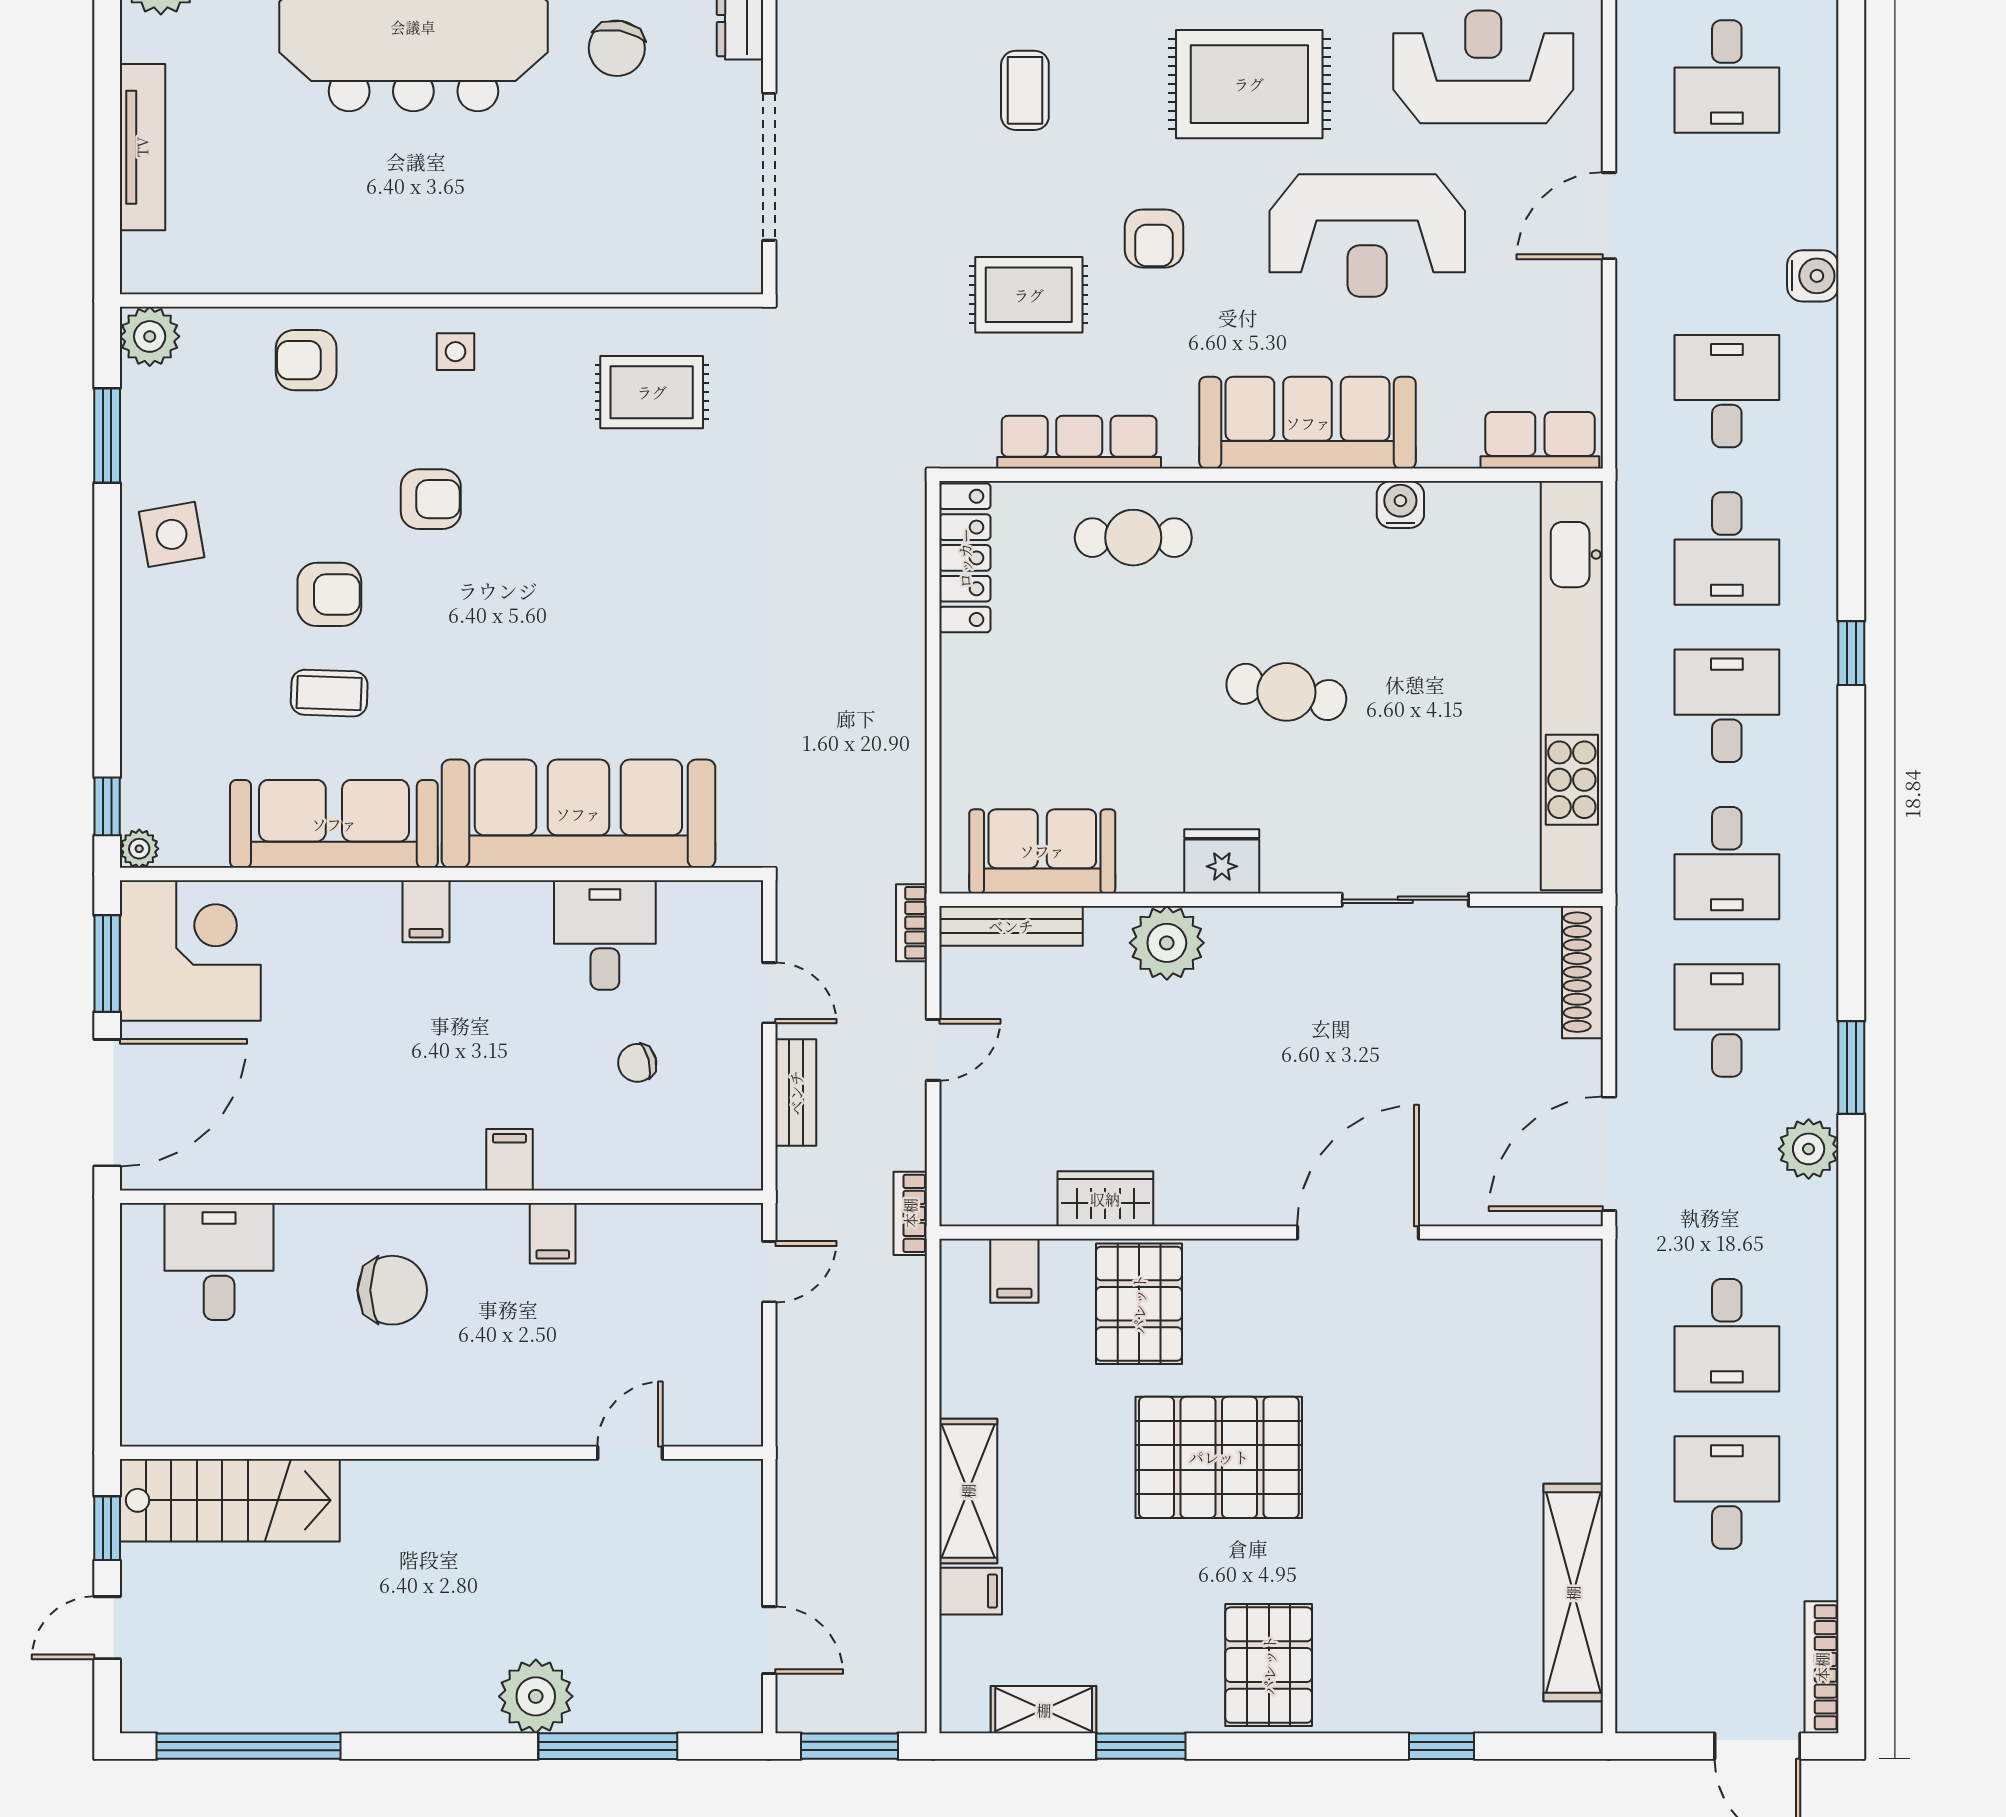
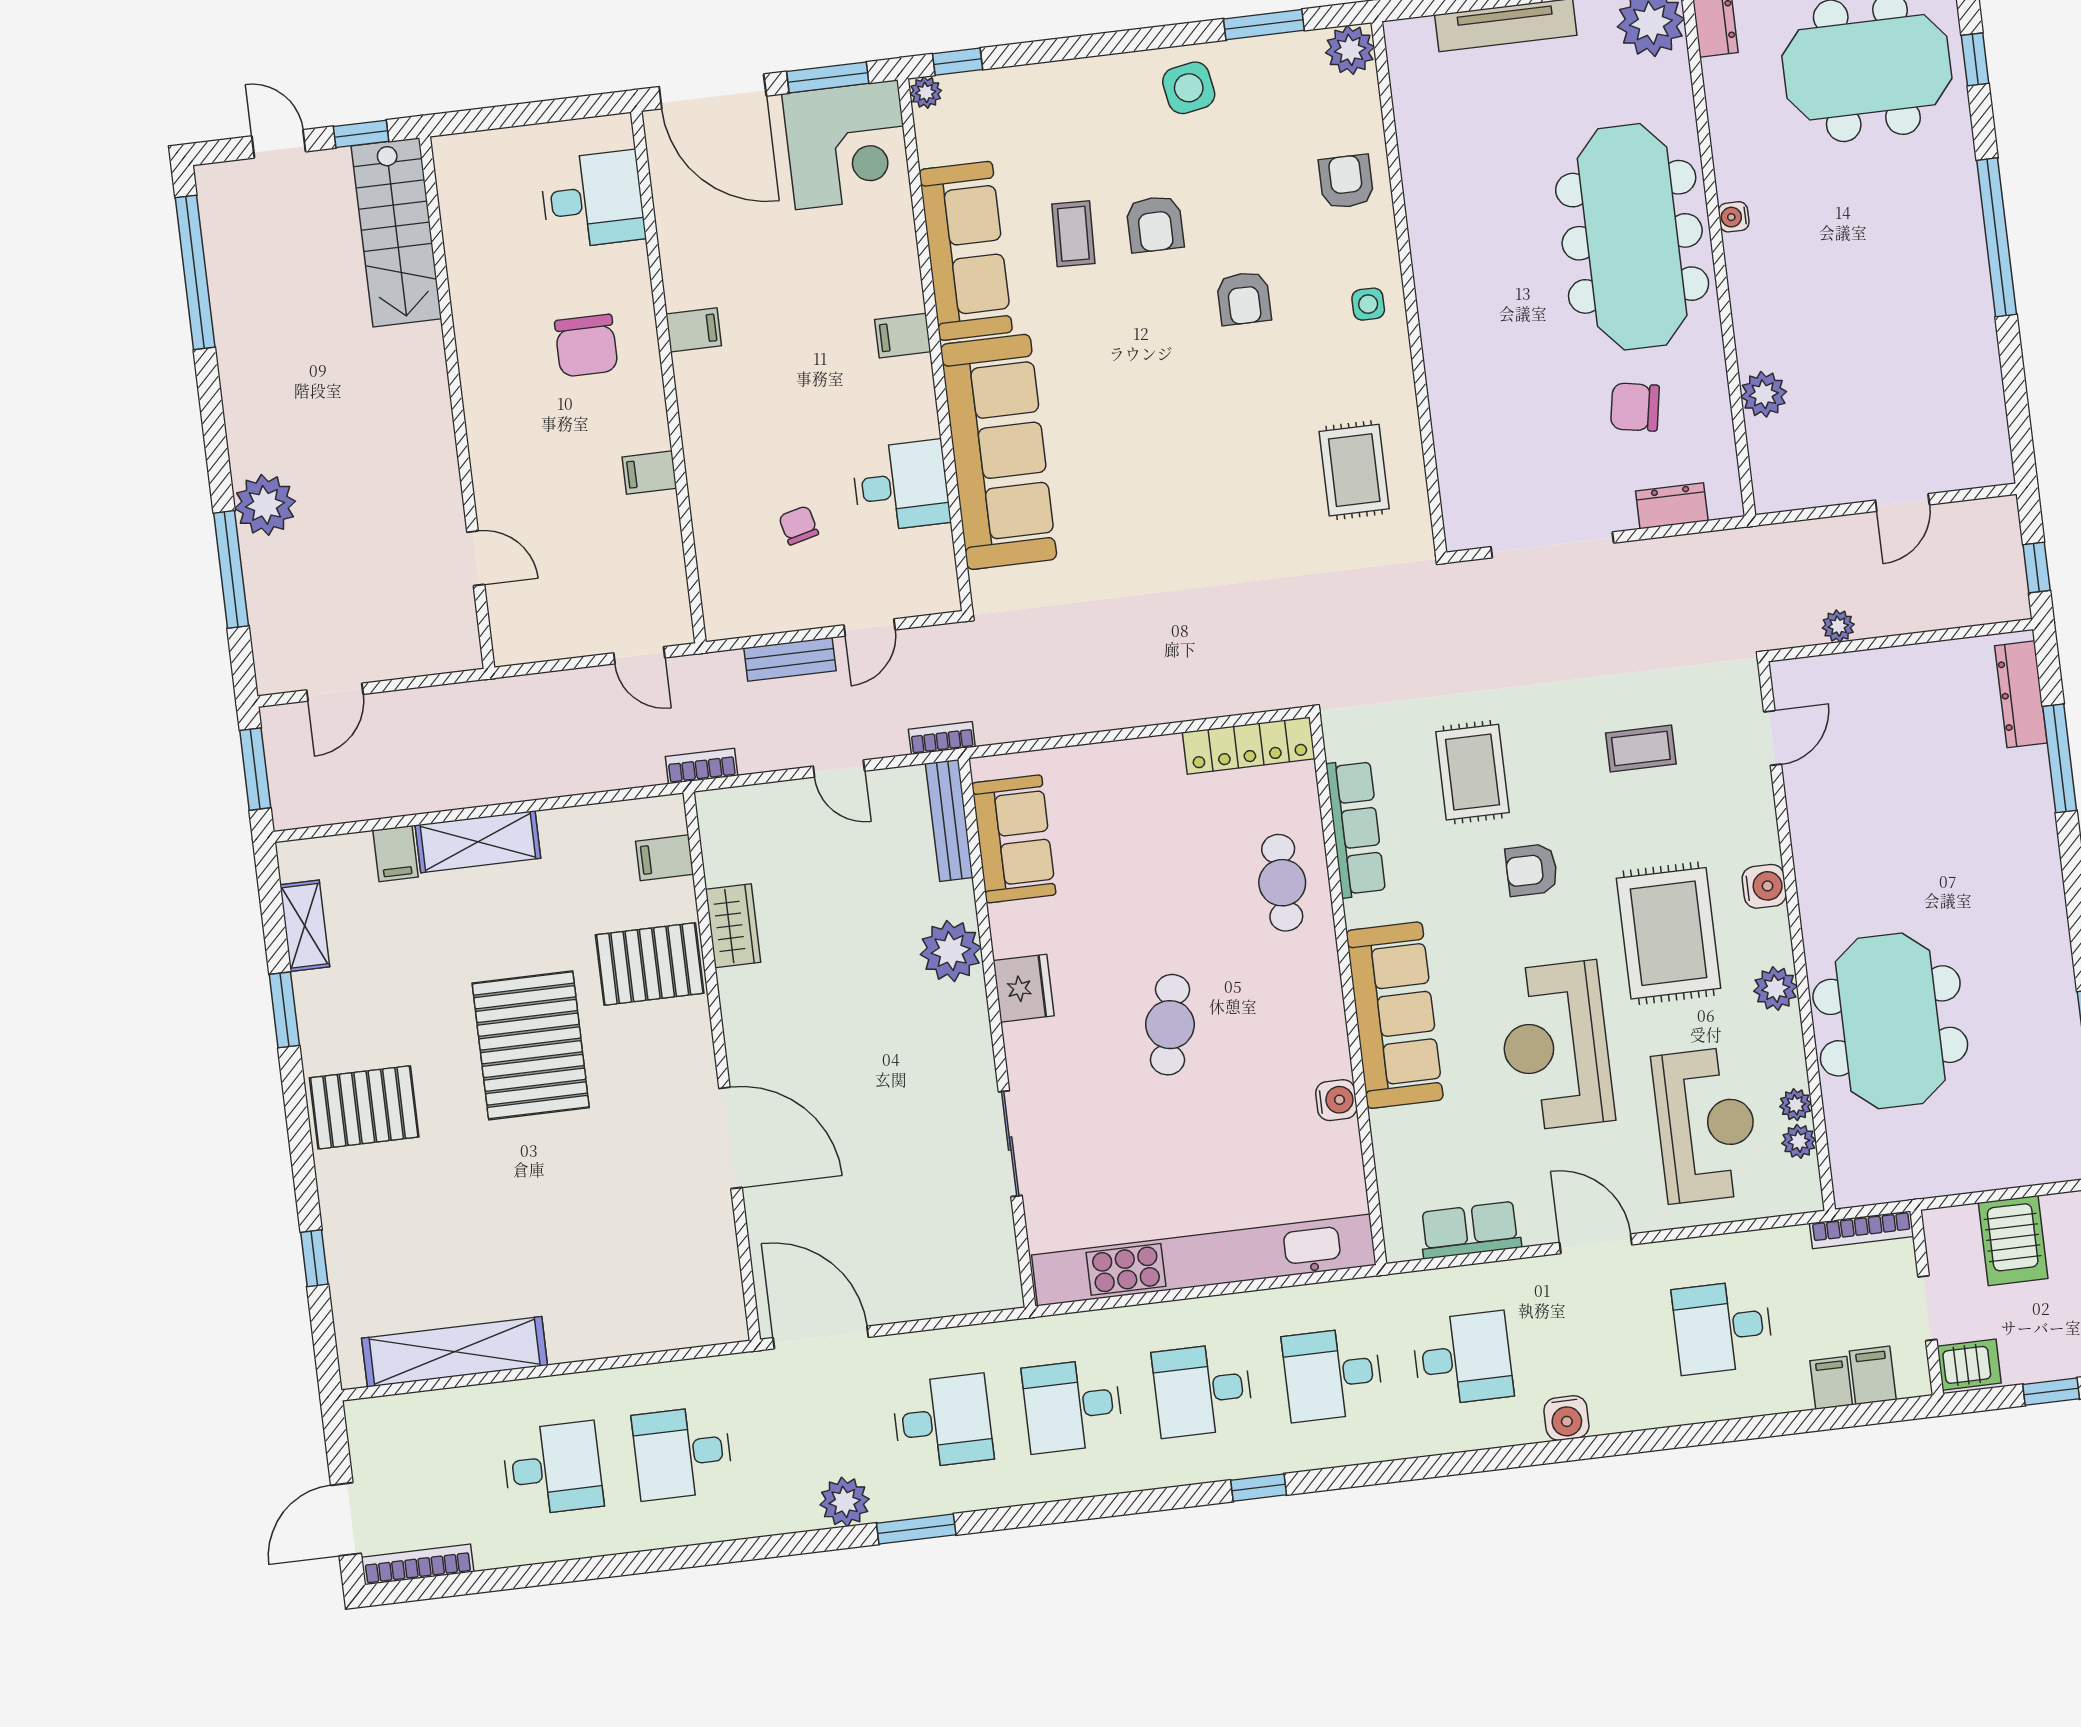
row of seats: (1540, 440) -> (1470, 1230), moved, turned -90
desk: (1727, 706) -> (1203, 1390), turned 180
shoe rack: (1582, 972) -> (968, 1297), removed
filing cabinet: (509, 1160) -> (694, 330), moved

